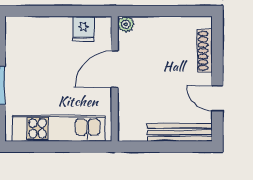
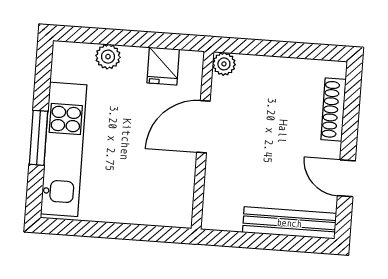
plant: (44, 25) -> (108, 57), added
kitchen unit: (59, 128) -> (64, 149), moved, turned 90

